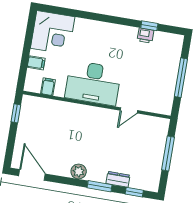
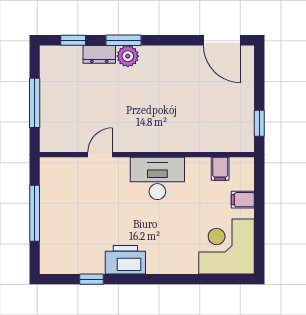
printer: (145, 36) -> (125, 260), moved, width x1.87, depth x1.48
desk: (93, 83) -> (157, 178), width x0.73, depth x0.77
plant: (79, 171) -> (128, 56), moved

